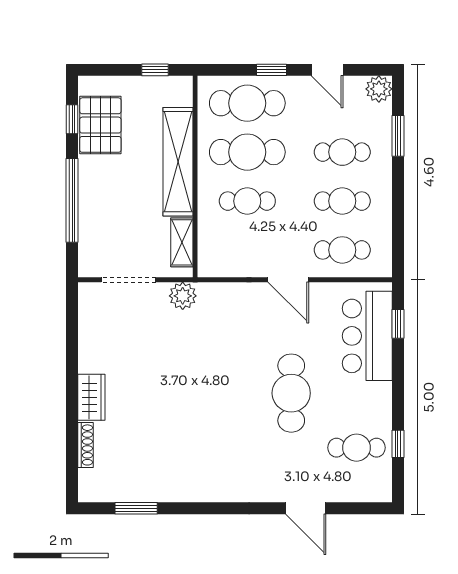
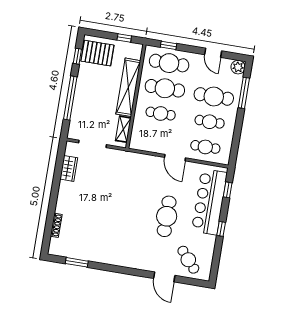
window: (272, 70) -> (169, 45), moved
pallet: (100, 125) -> (97, 53), moved, turned 90
window: (398, 136) -> (244, 93), width x1.44
cafe table: (342, 152) -> (214, 96), width x1.37, depth x1.35
plant: (183, 296) -> (119, 157), removed
bar counter: (367, 336) -> (209, 202), width x1.36
wardrobe: (91, 397) -> (69, 168), moved
window: (398, 444) -> (221, 229), moved
cafe table: (356, 448) -> (188, 260), moved, turned 49

